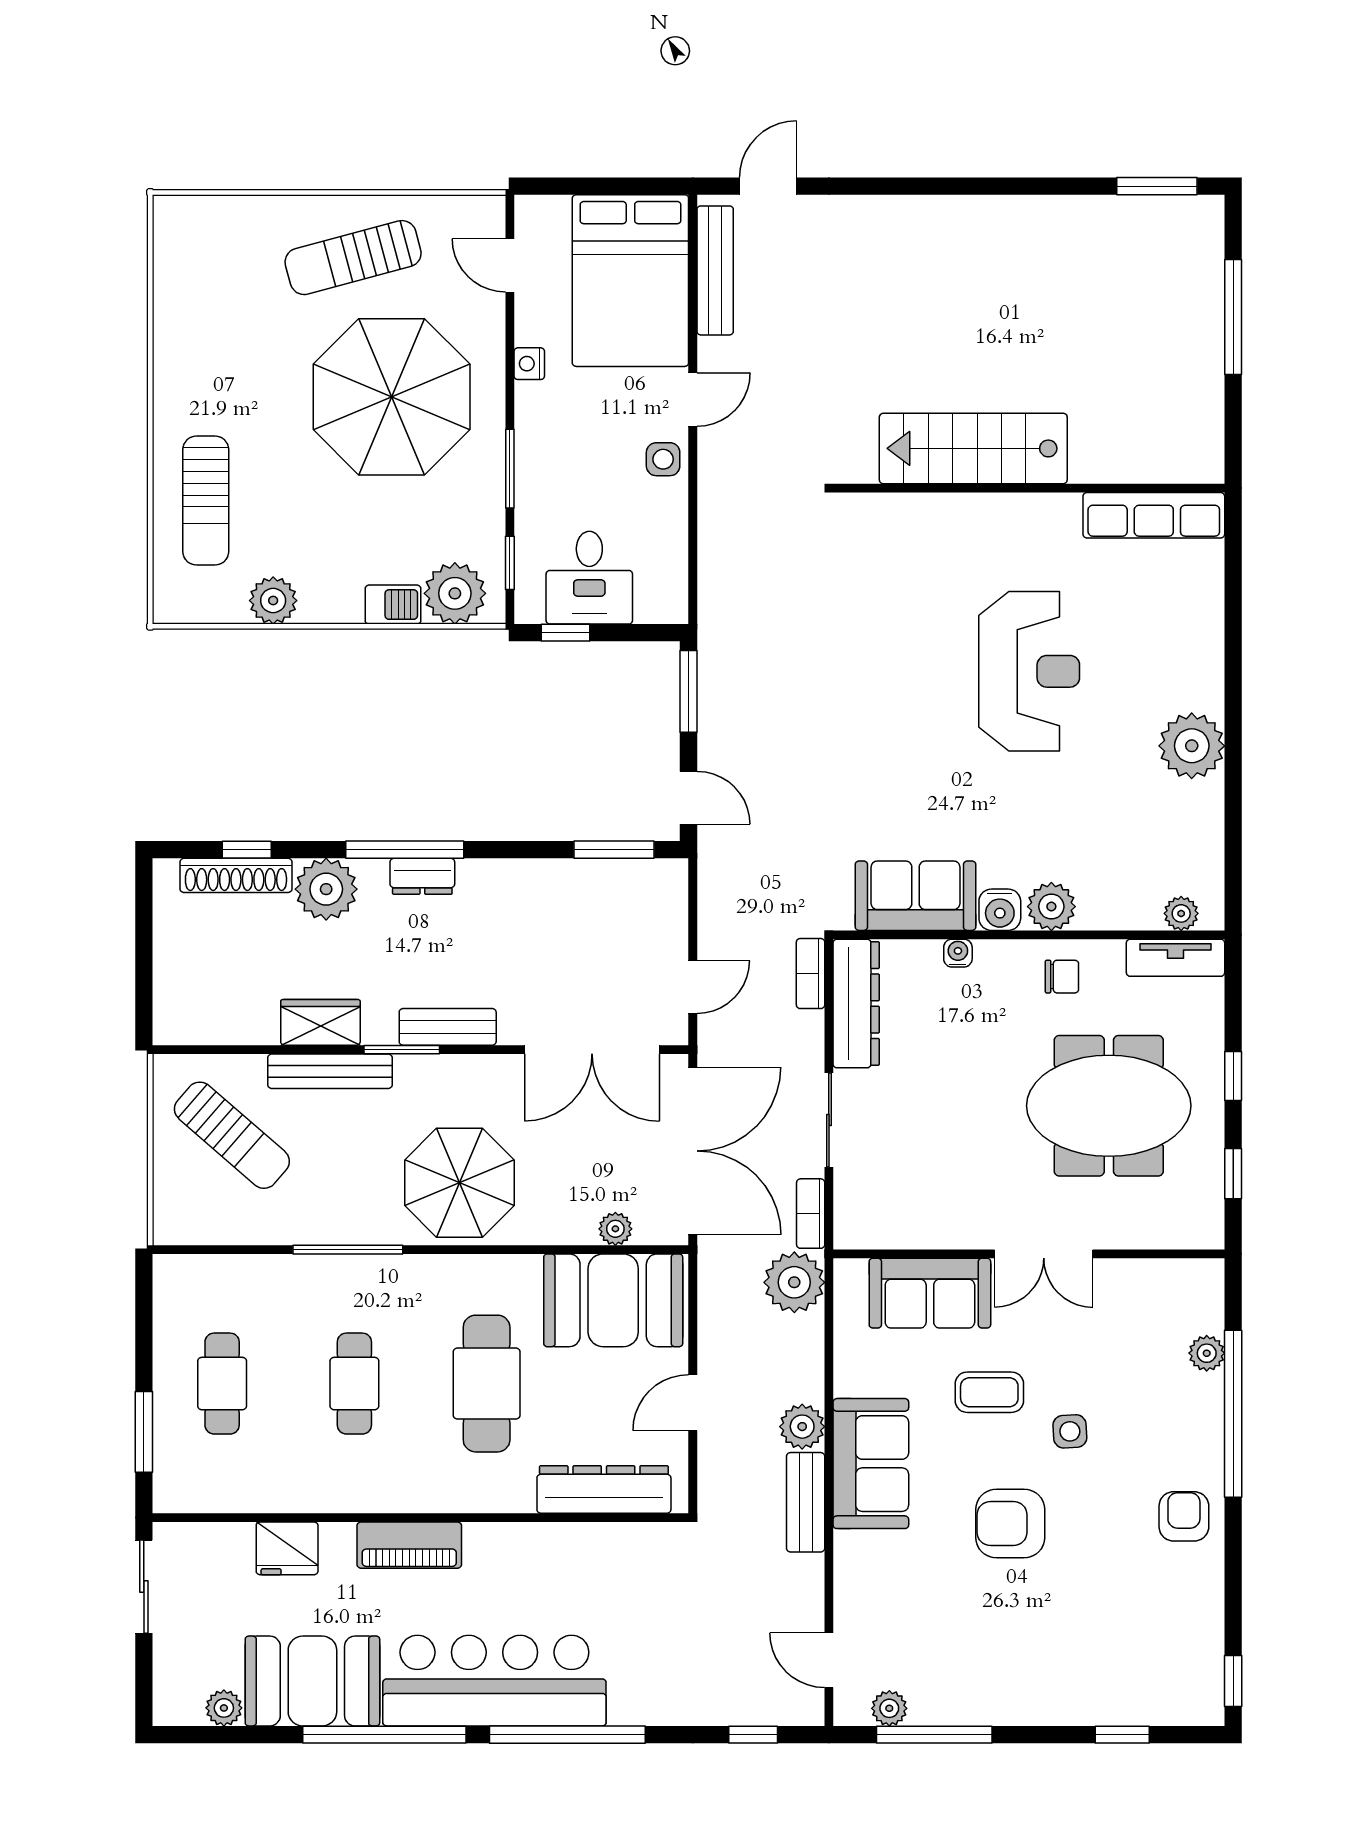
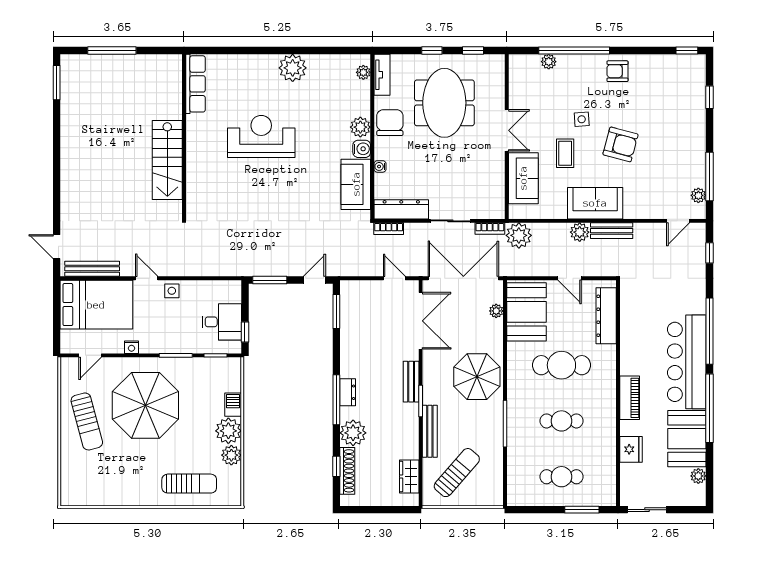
plant: (455, 593) -> (228, 431), moved
chair: (1062, 977) -> (390, 123), width x1.87, depth x1.87
wardrobe: (320, 1022) -> (409, 477), moved
armchair: (1010, 1524) -> (620, 144), turned -75

